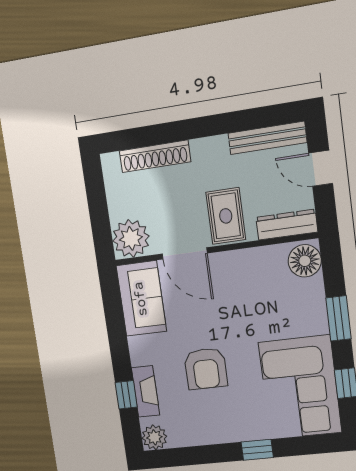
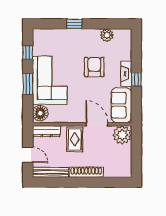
shoe rack: (155, 156) -> (86, 172), moved
corner sofa: (300, 387) -> (50, 80), moved
fireplace: (146, 391) -> (126, 74), moved
window: (126, 395) -> (136, 79), moved
plant: (154, 437) -> (107, 35), moved

